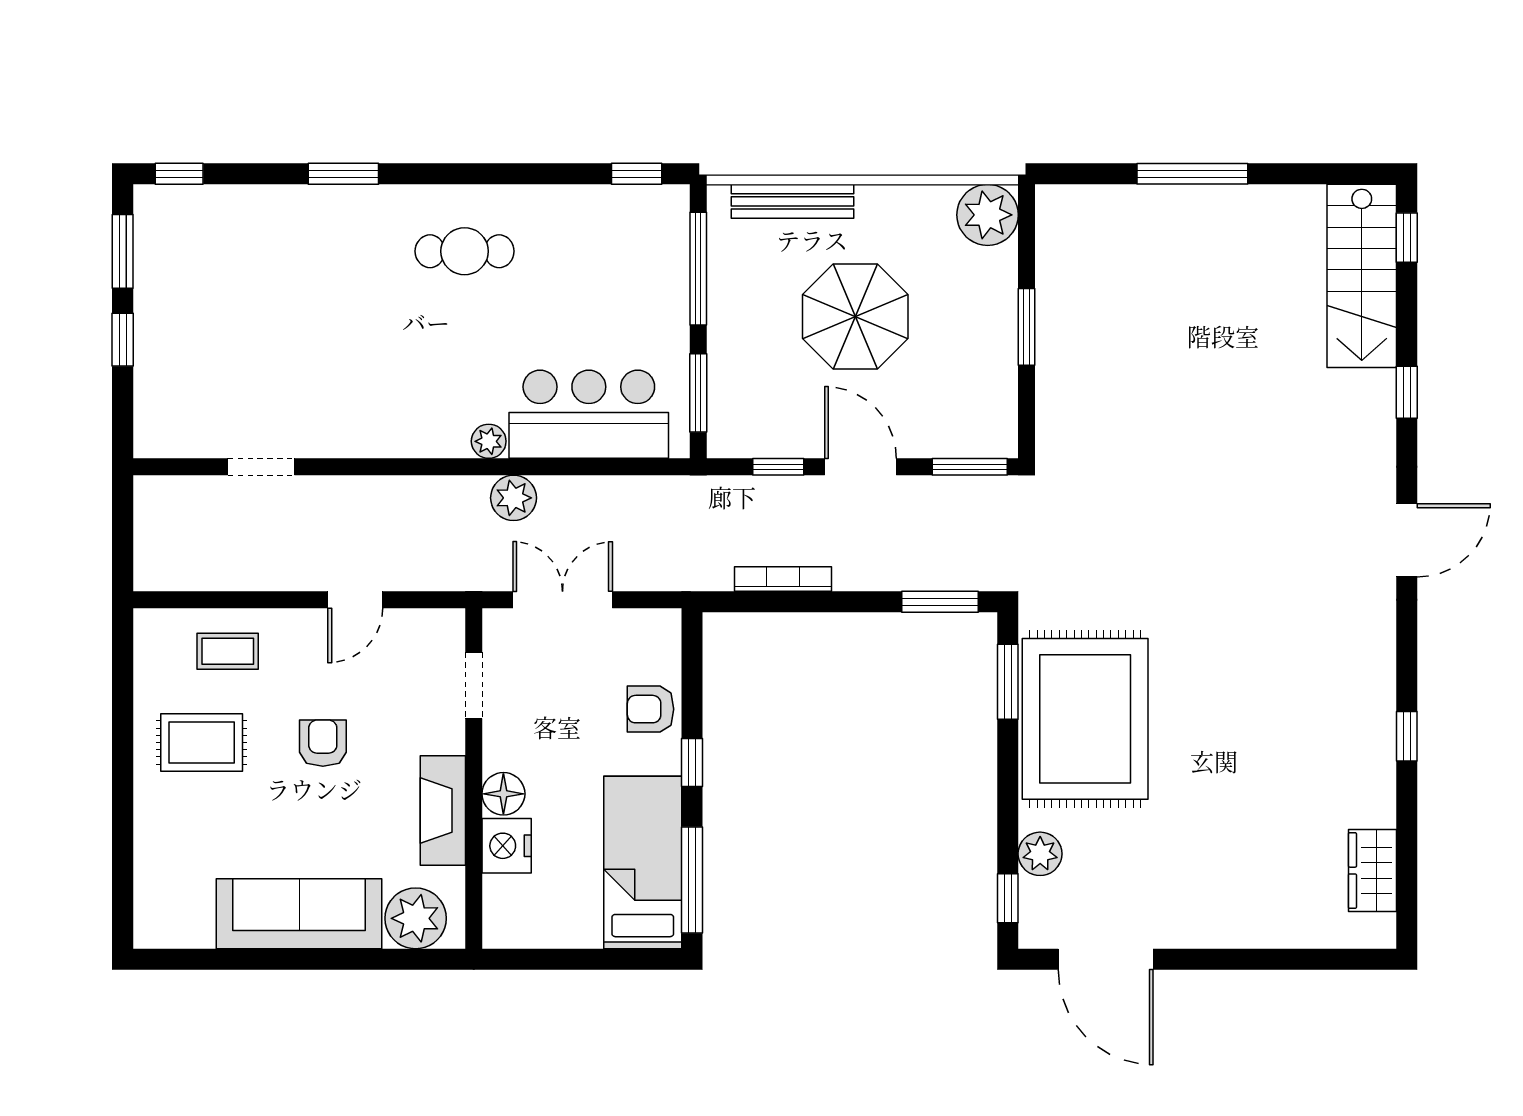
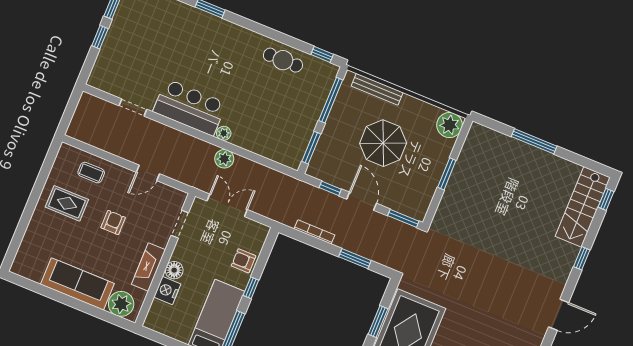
cafe table: (465, 251) -> (283, 60), moved
bar counter: (589, 414) -> (190, 107), moved
window: (940, 602) -> (355, 259), moved
window: (1008, 682) -> (378, 321), moved

